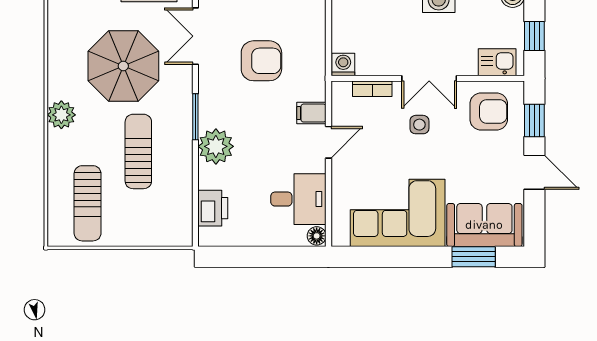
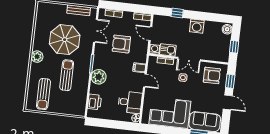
door: (328, 28) -> (150, 34), added
double door: (195, 36) -> (95, 31), swing flipped
armchair: (261, 61) -> (121, 44), turned 180
kitchen sink: (497, 62) -> (168, 50), moved
door: (328, 142) -> (145, 80), hinge flipped

